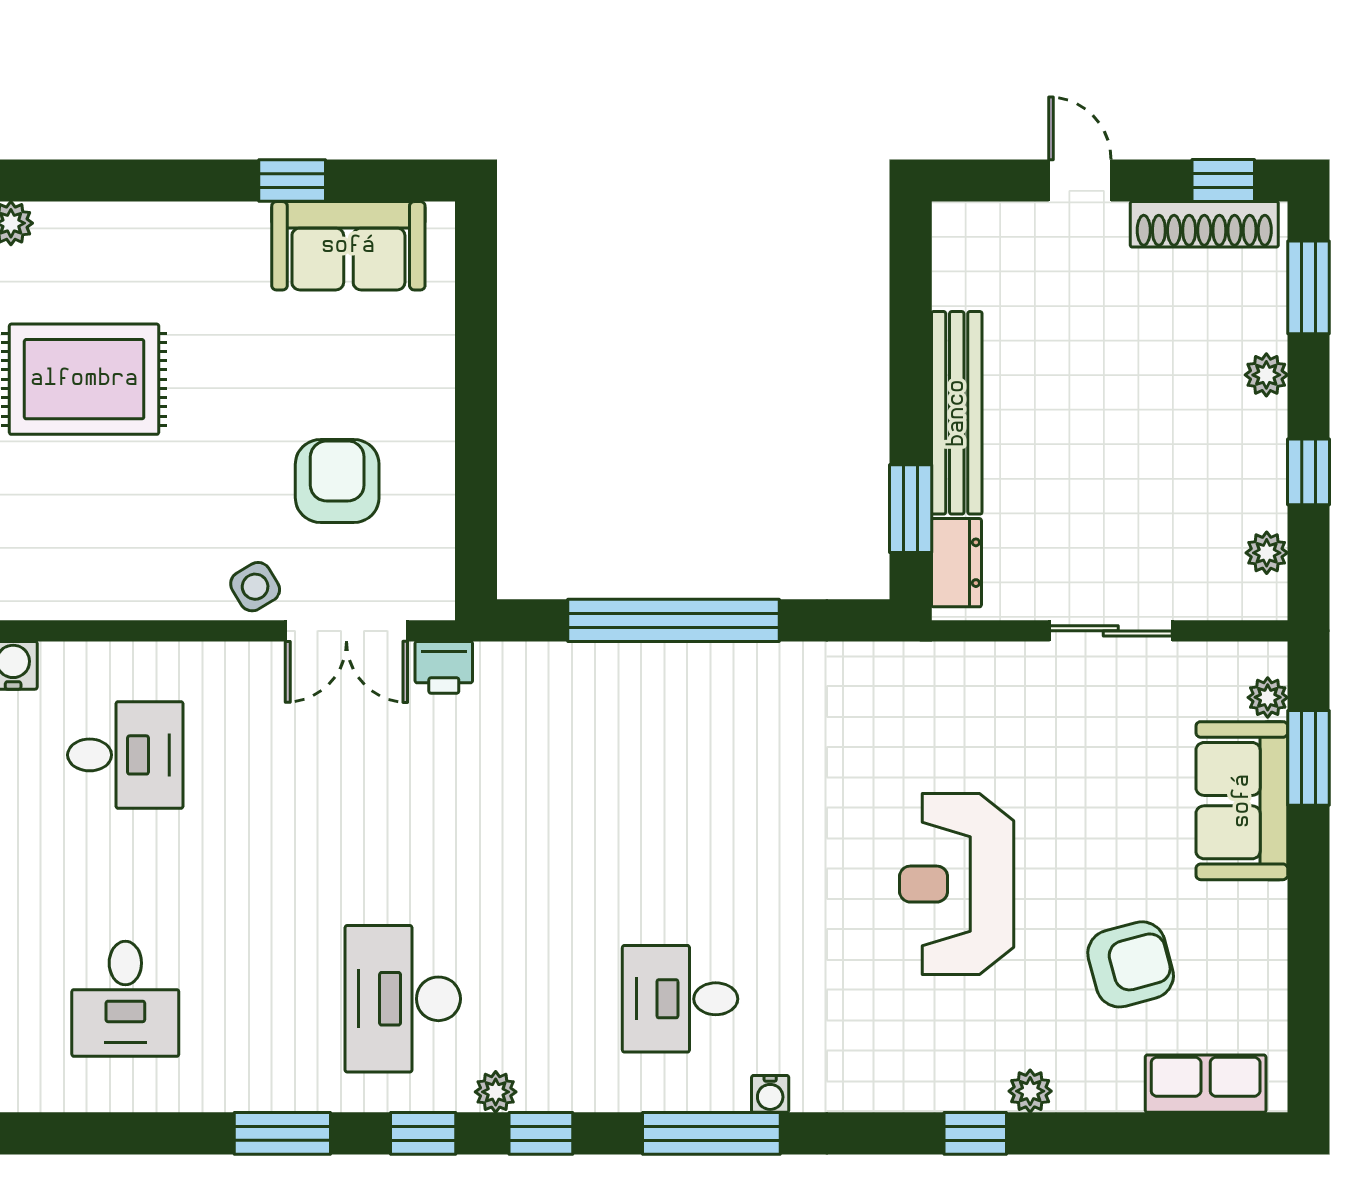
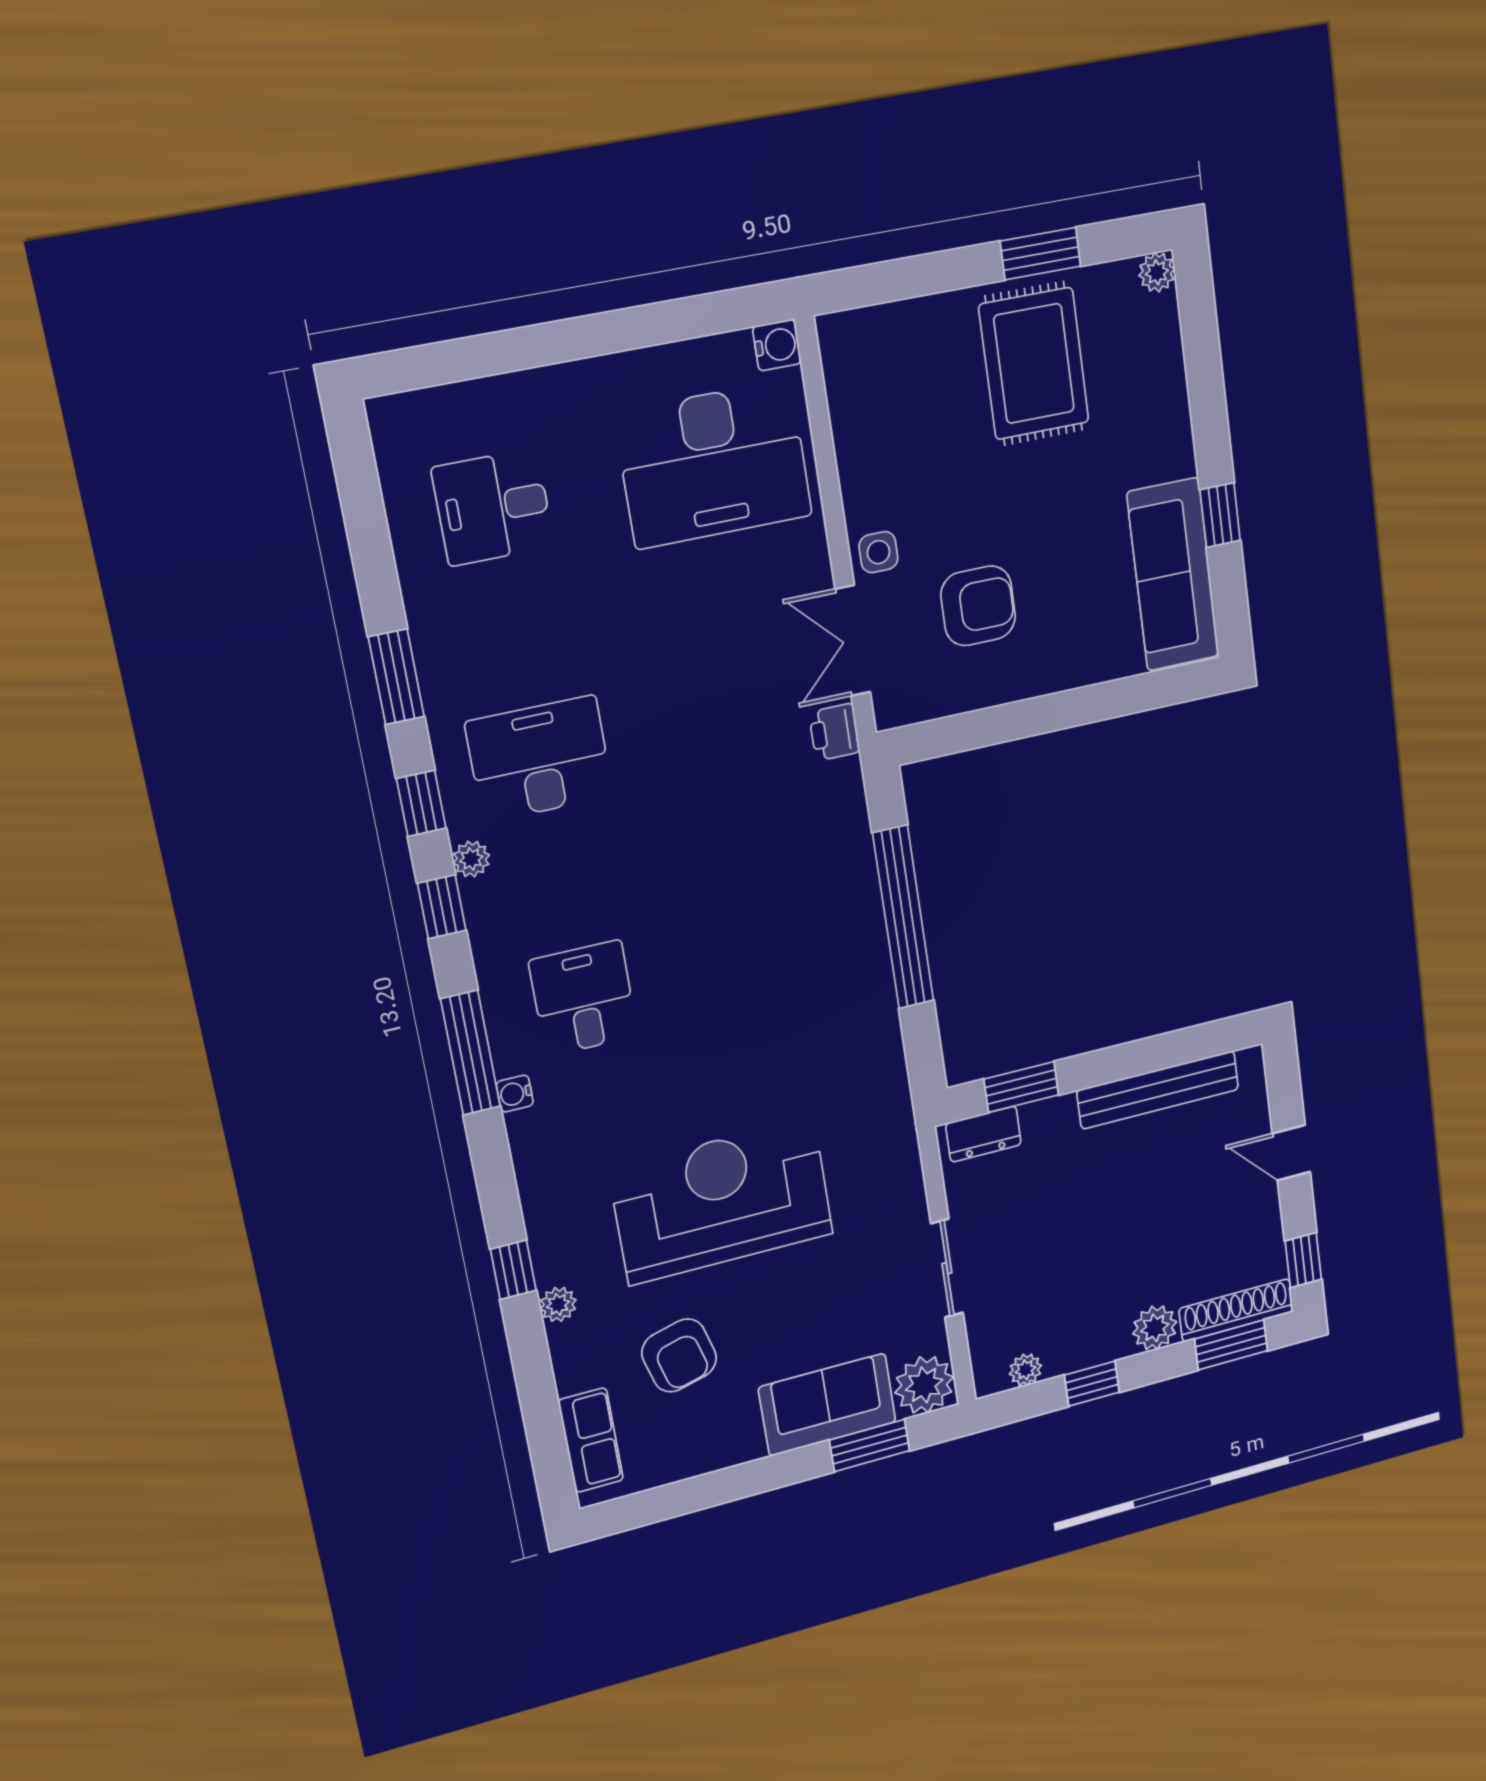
door: (1080, 181) -> (1291, 1153), swing flipped
shoe rack: (1204, 224) -> (1236, 1310), moved, turned 90
sofa: (348, 246) -> (1173, 575), width x1.36
plant: (1266, 375) -> (1155, 1328), width x1.38, depth x1.38
bench: (957, 413) -> (1158, 1090), moved
side table: (255, 587) -> (878, 552), turned 31
plant: (1268, 697) -> (924, 1385), width x1.88, depth x1.88
desk: (125, 755) -> (714, 464), width x1.87, depth x1.30
reception desk: (957, 884) -> (722, 1201), width x1.36, depth x1.30

